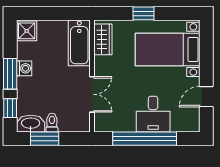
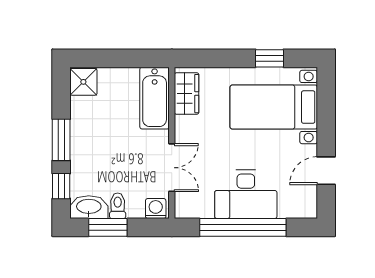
window: (143, 13) -> (270, 58), moved
washing machine: (24, 68) -> (156, 209), moved, turned -90
desk: (153, 114) -> (246, 194), width x1.37

